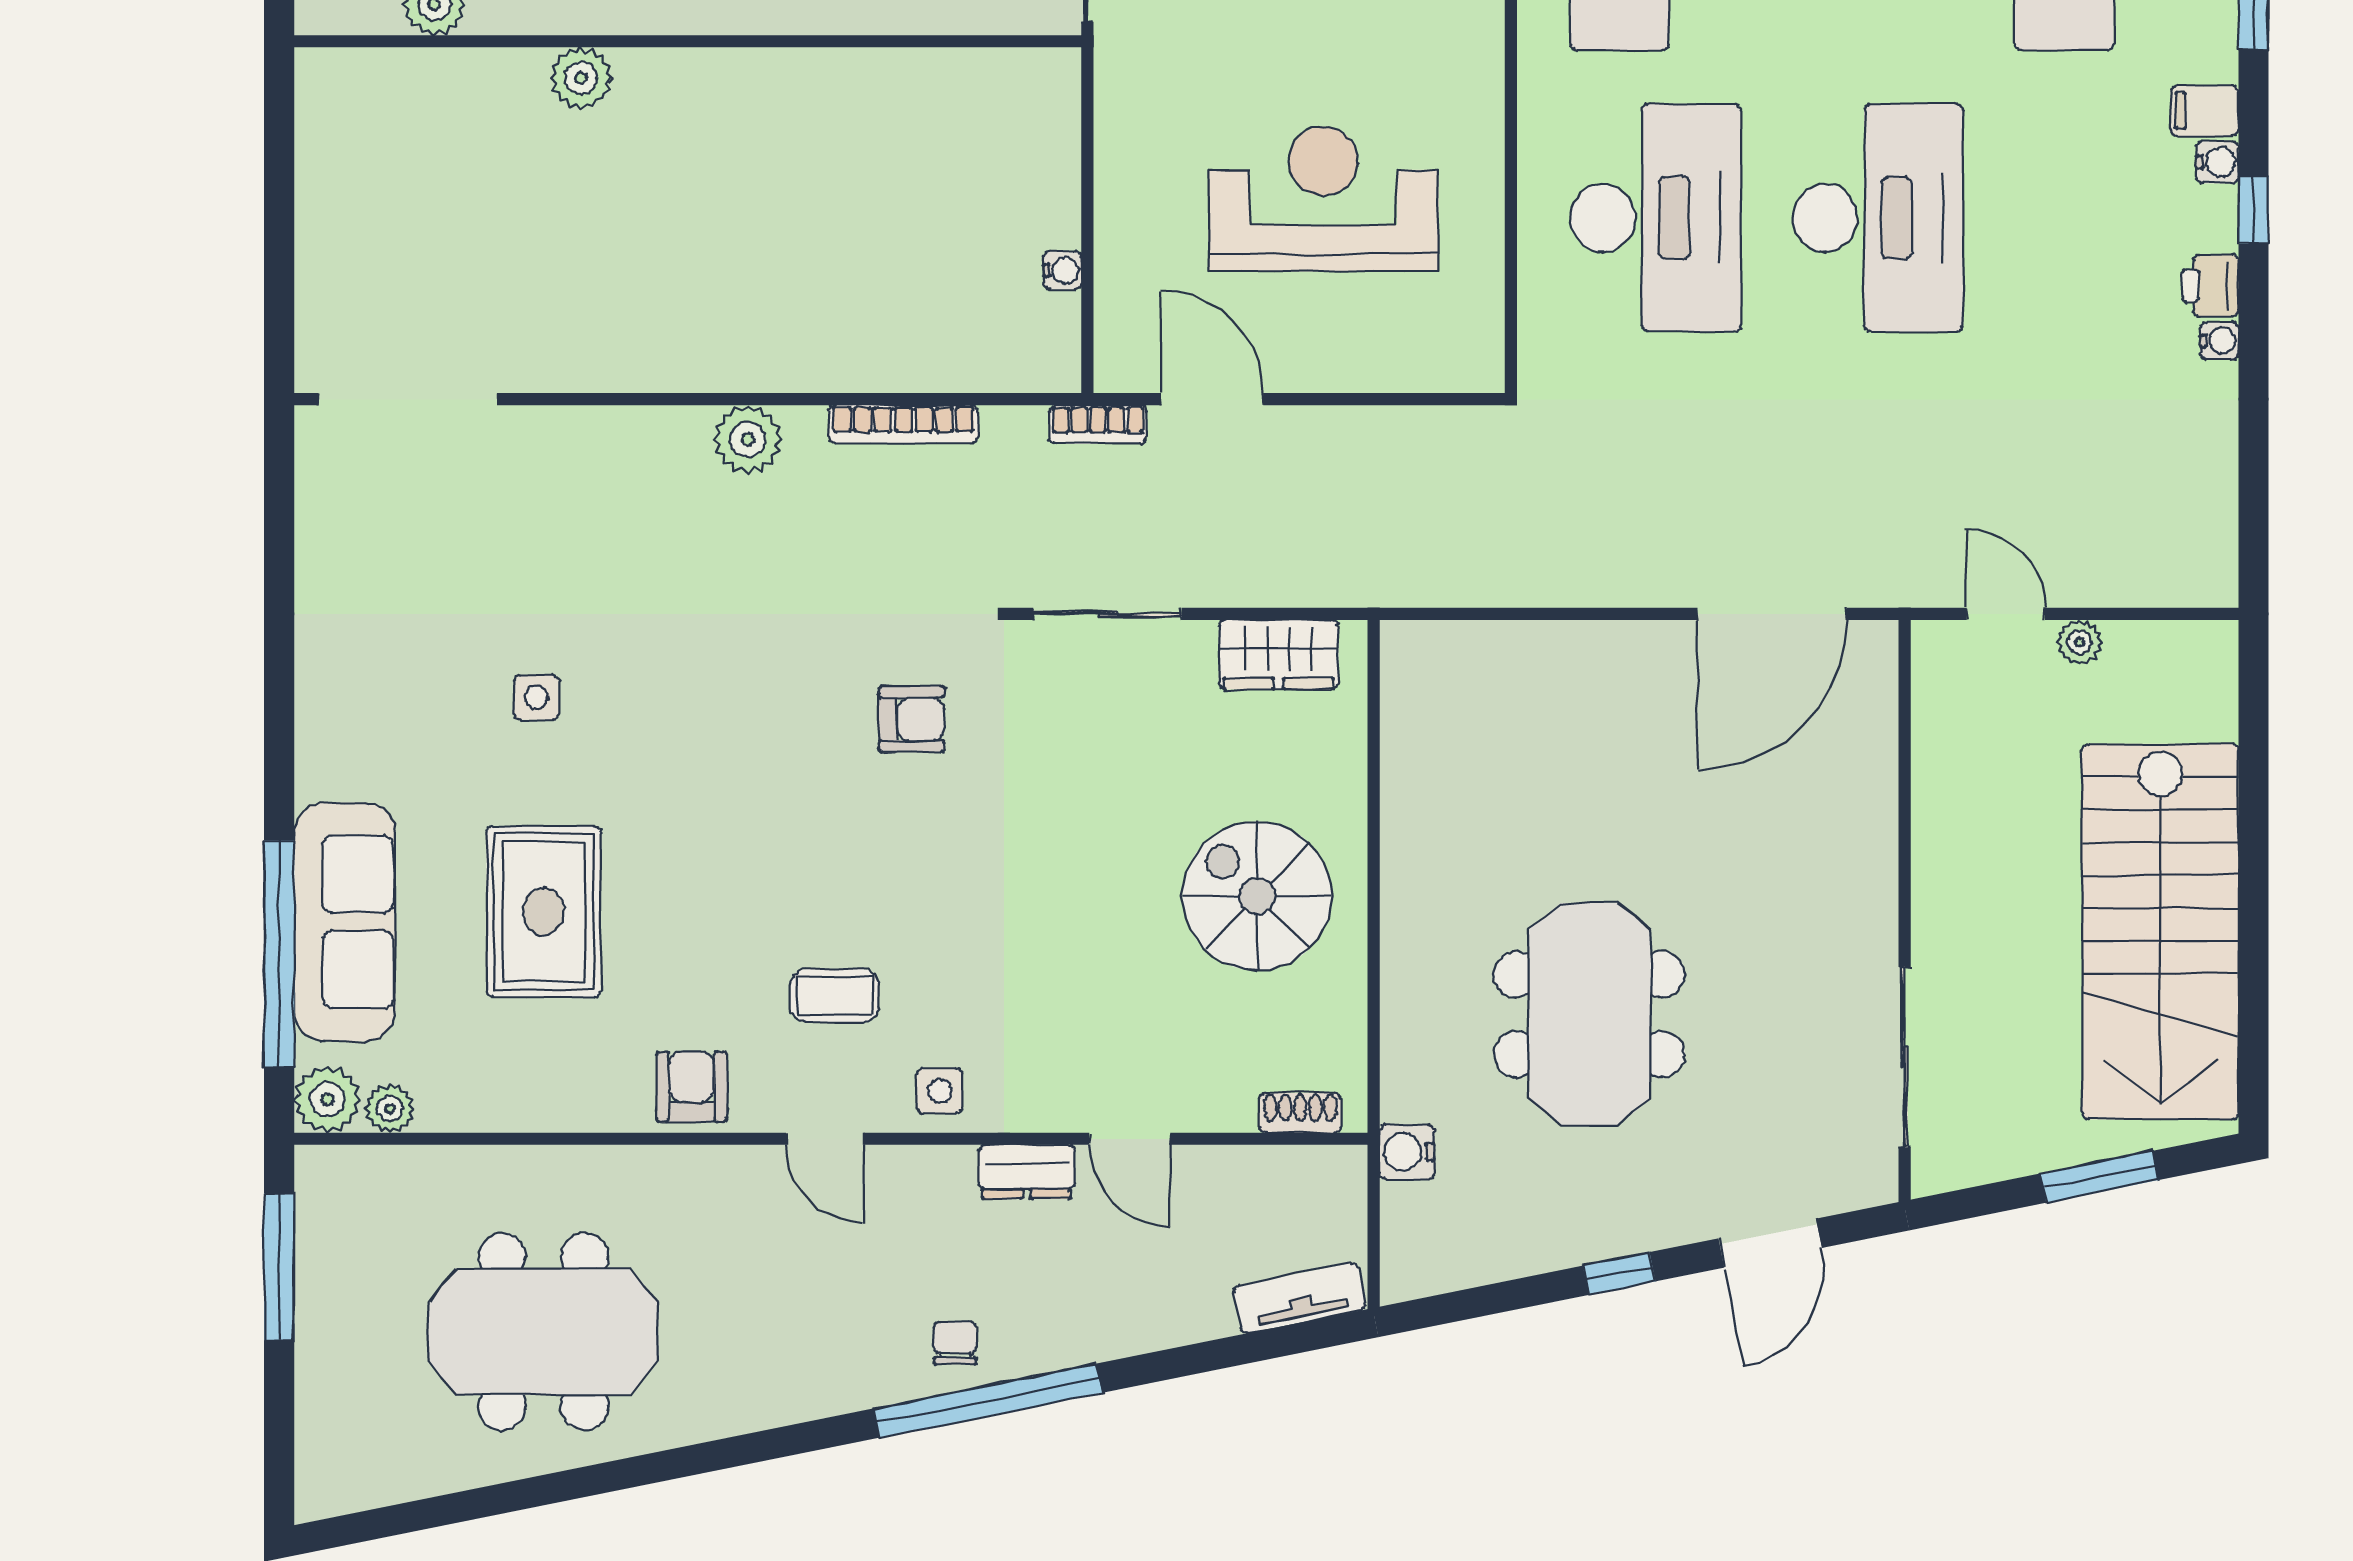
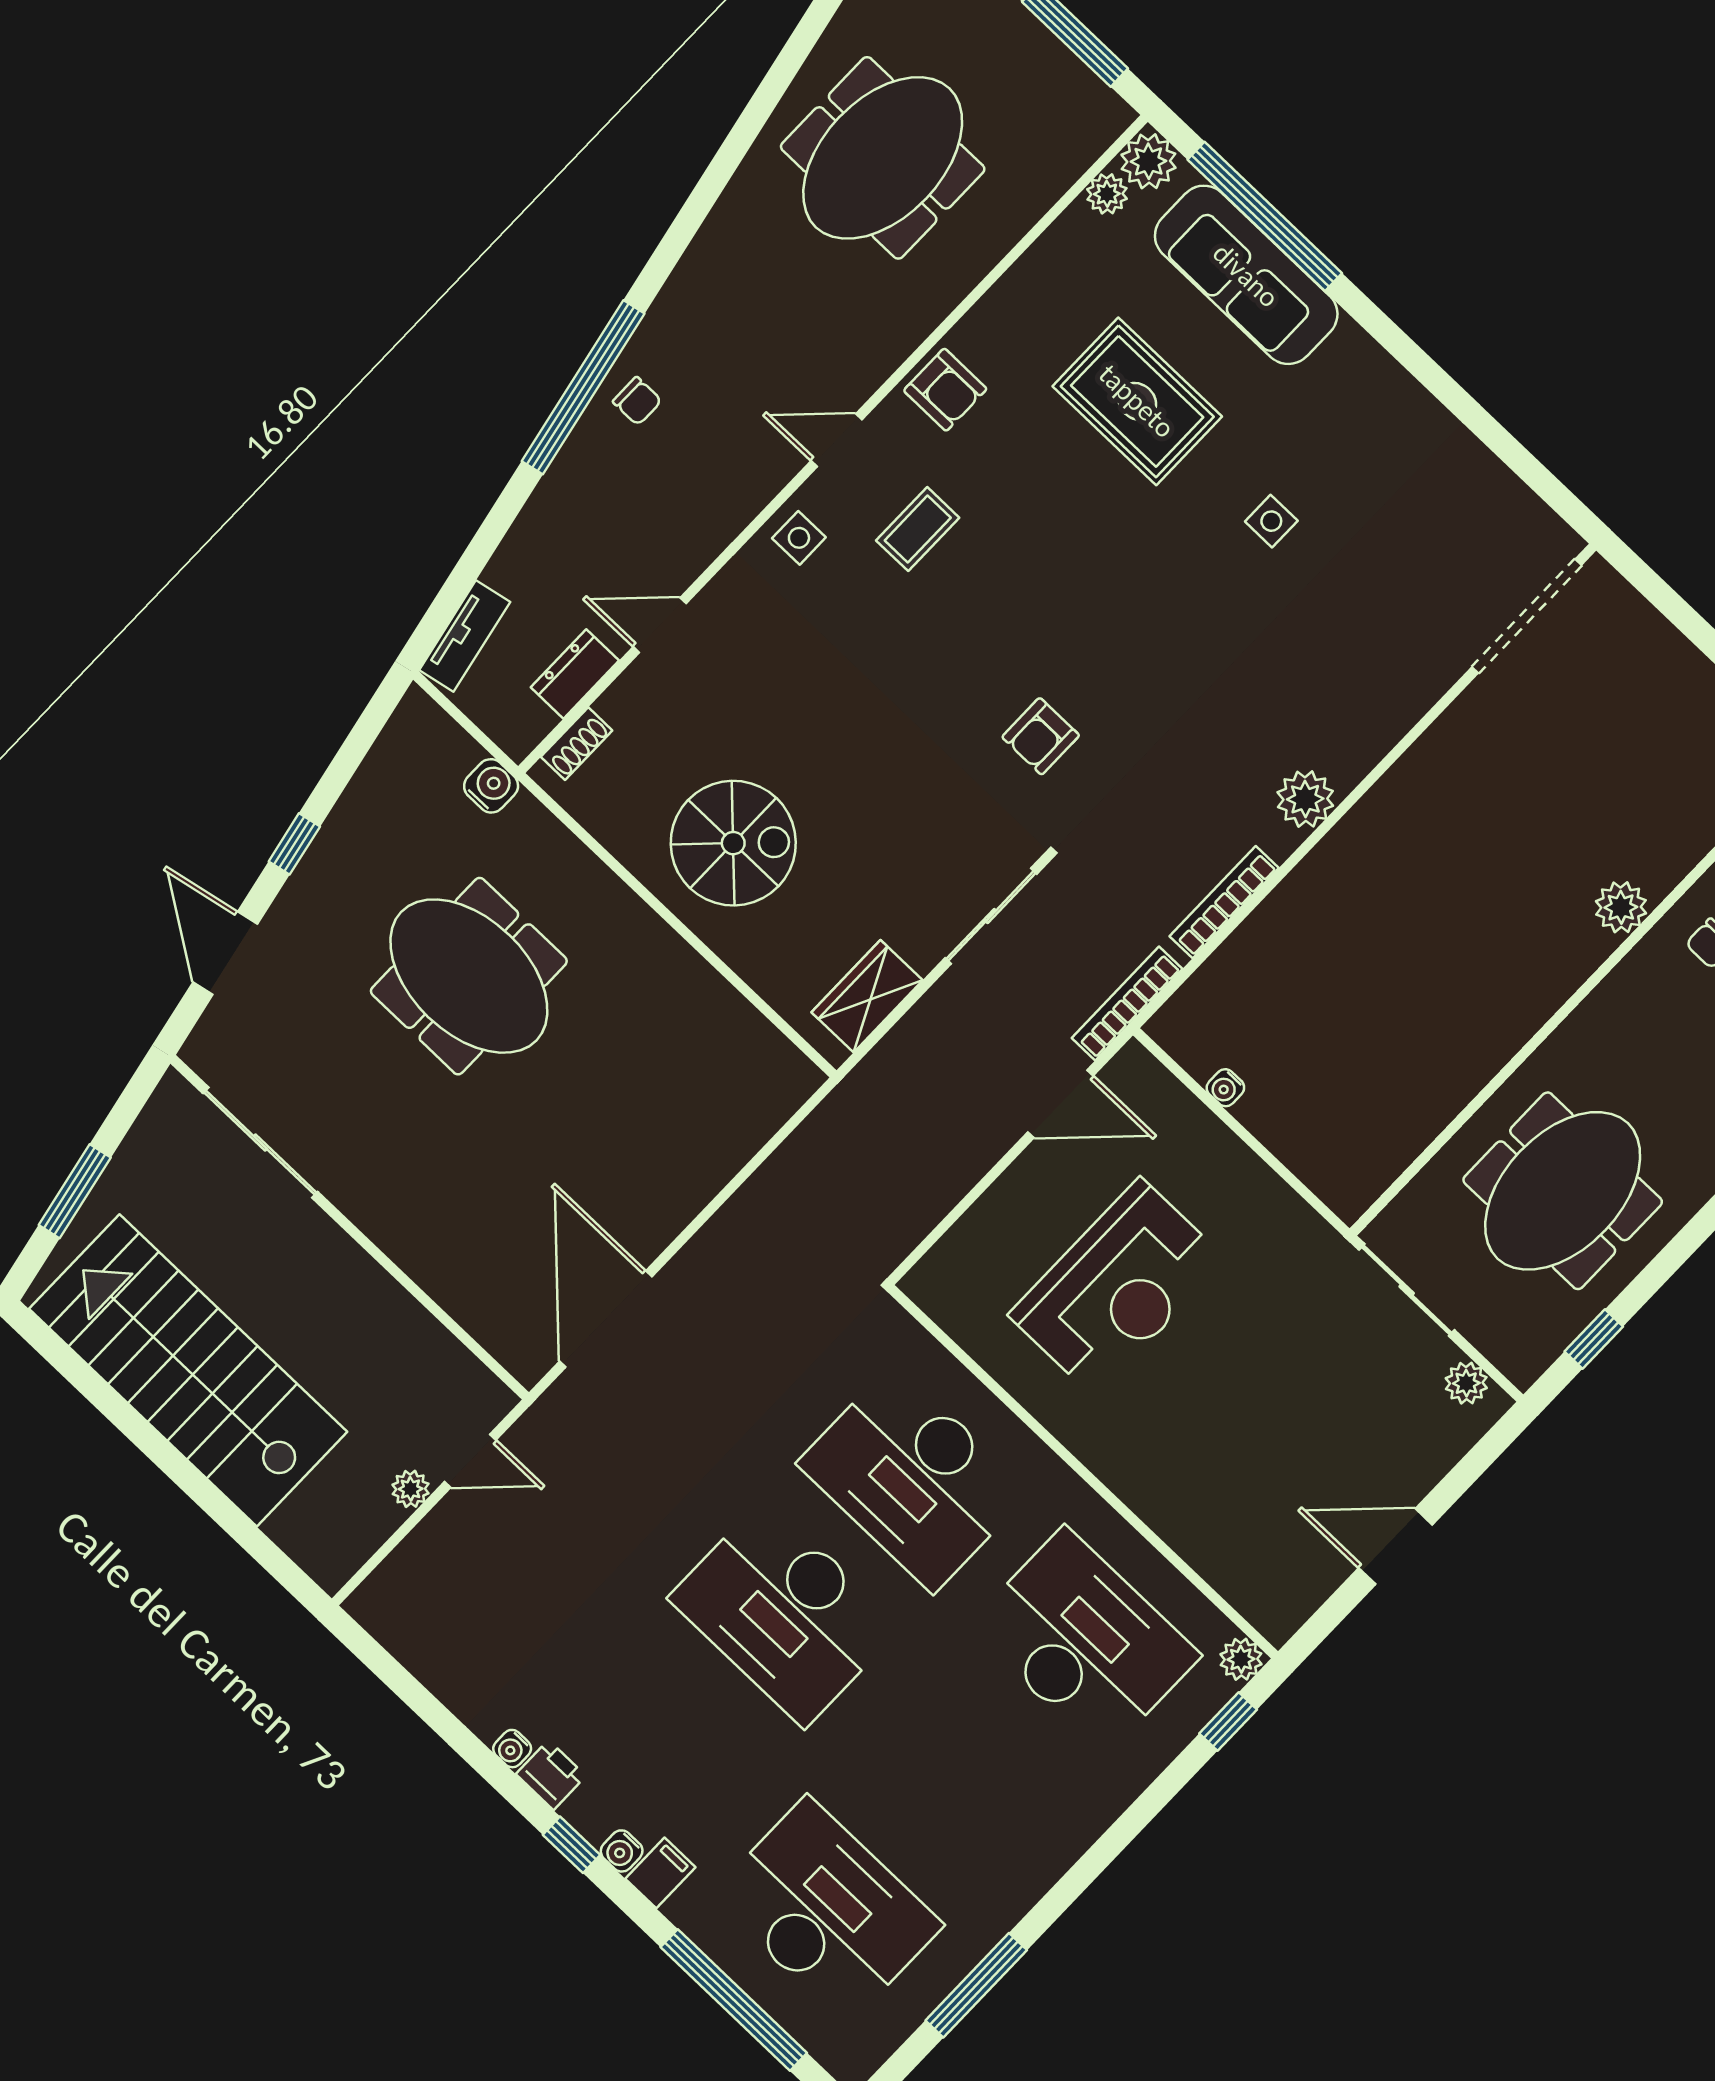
bookcase: (1098, 424) -> (1127, 1003), width x1.56
dresser: (1027, 1172) -> (575, 674), moved

